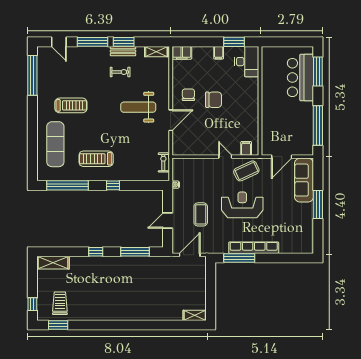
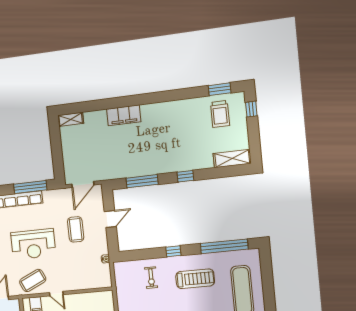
exercise bike: (163, 162) -> (151, 278), moved
filing cabinet: (146, 313) -> (124, 115), added

